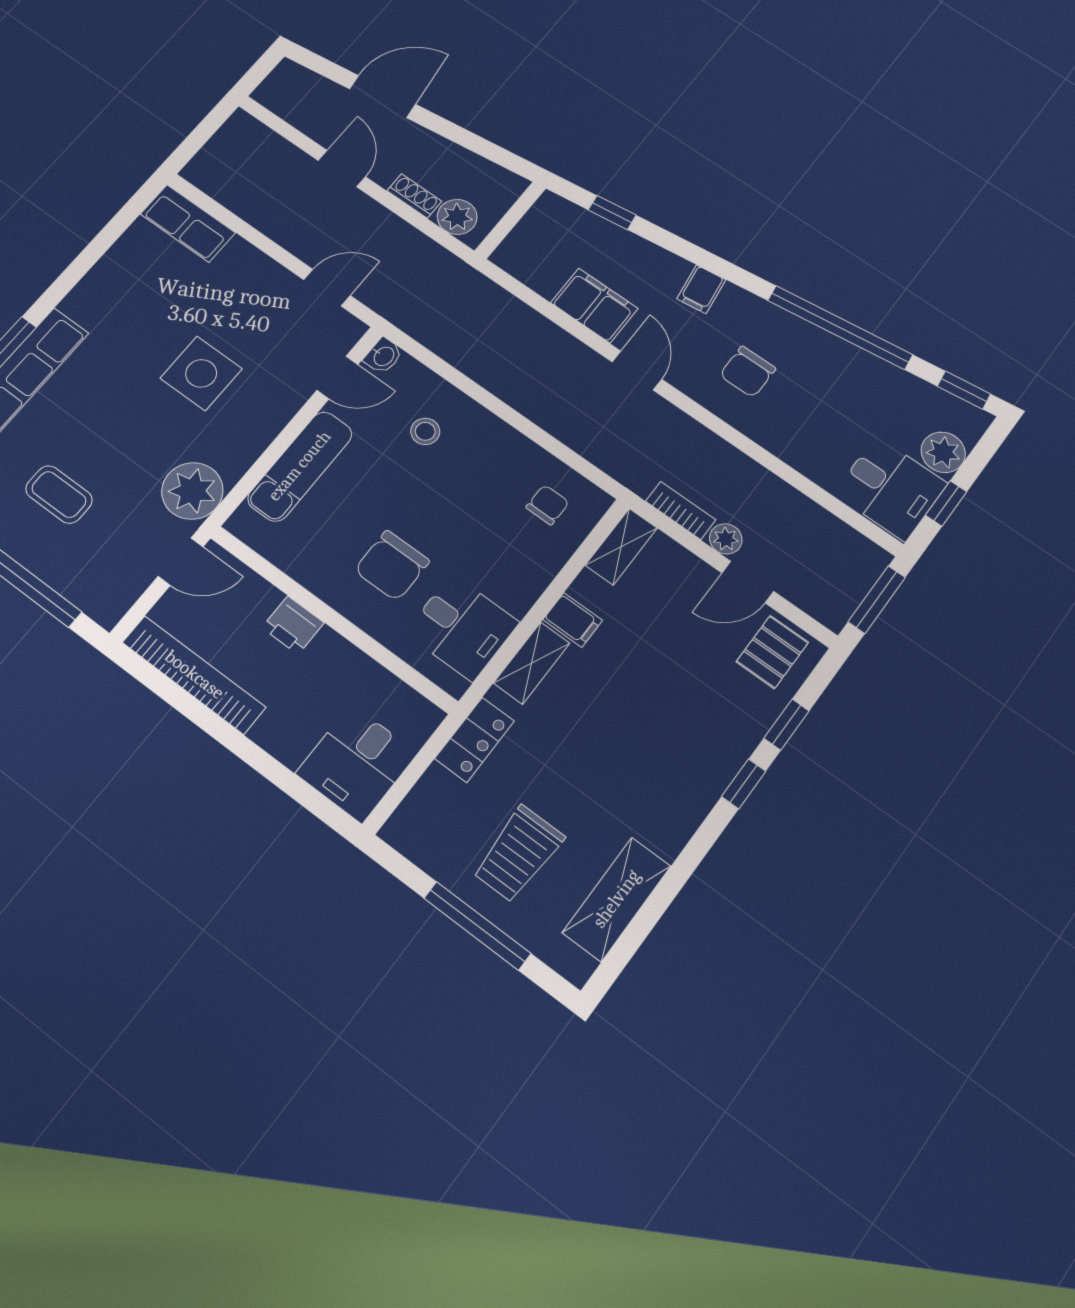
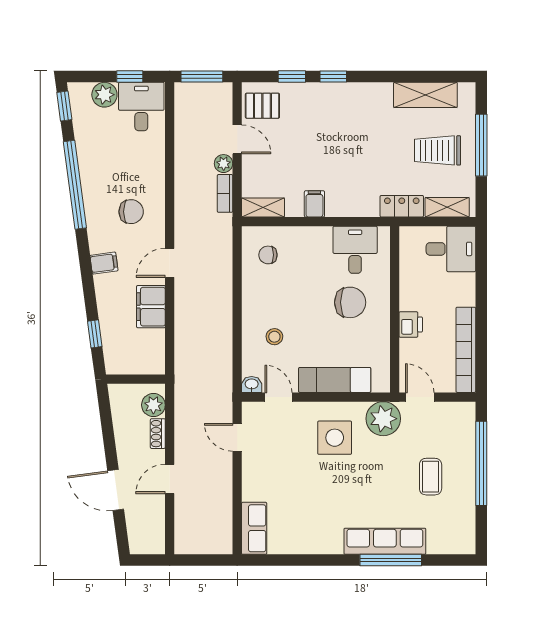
side table: (201, 373) -> (335, 438), moved
shelving: (532, 663) -> (447, 207), moved
trolley: (518, 854) -> (438, 150), turned 180

